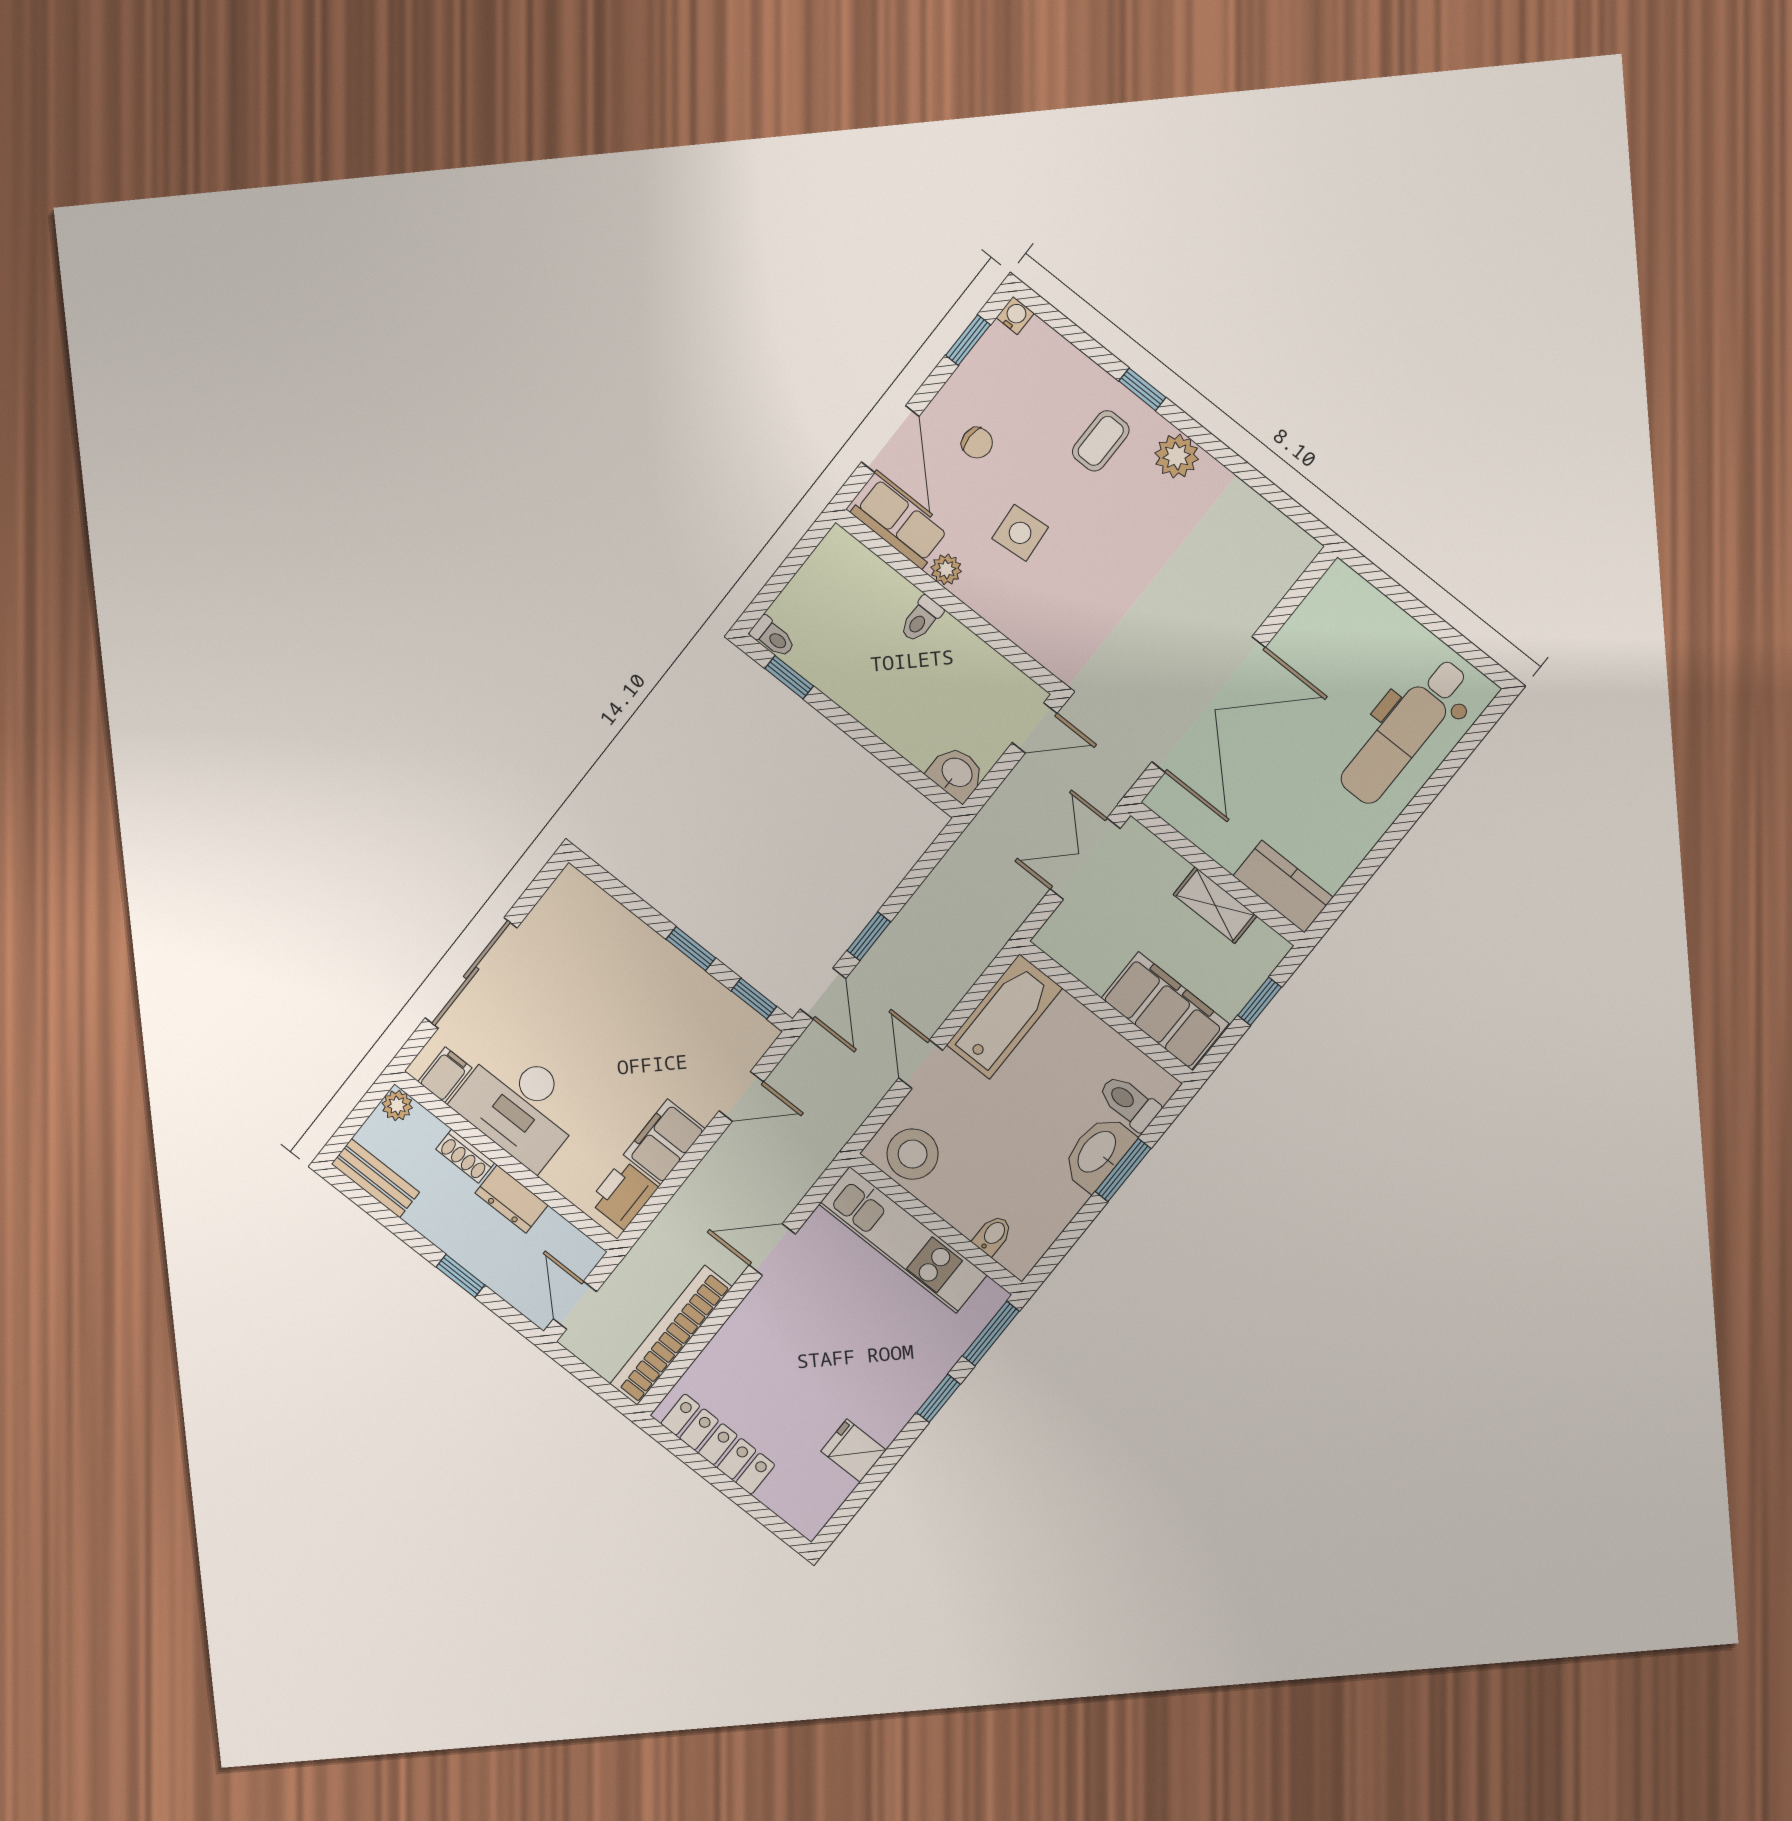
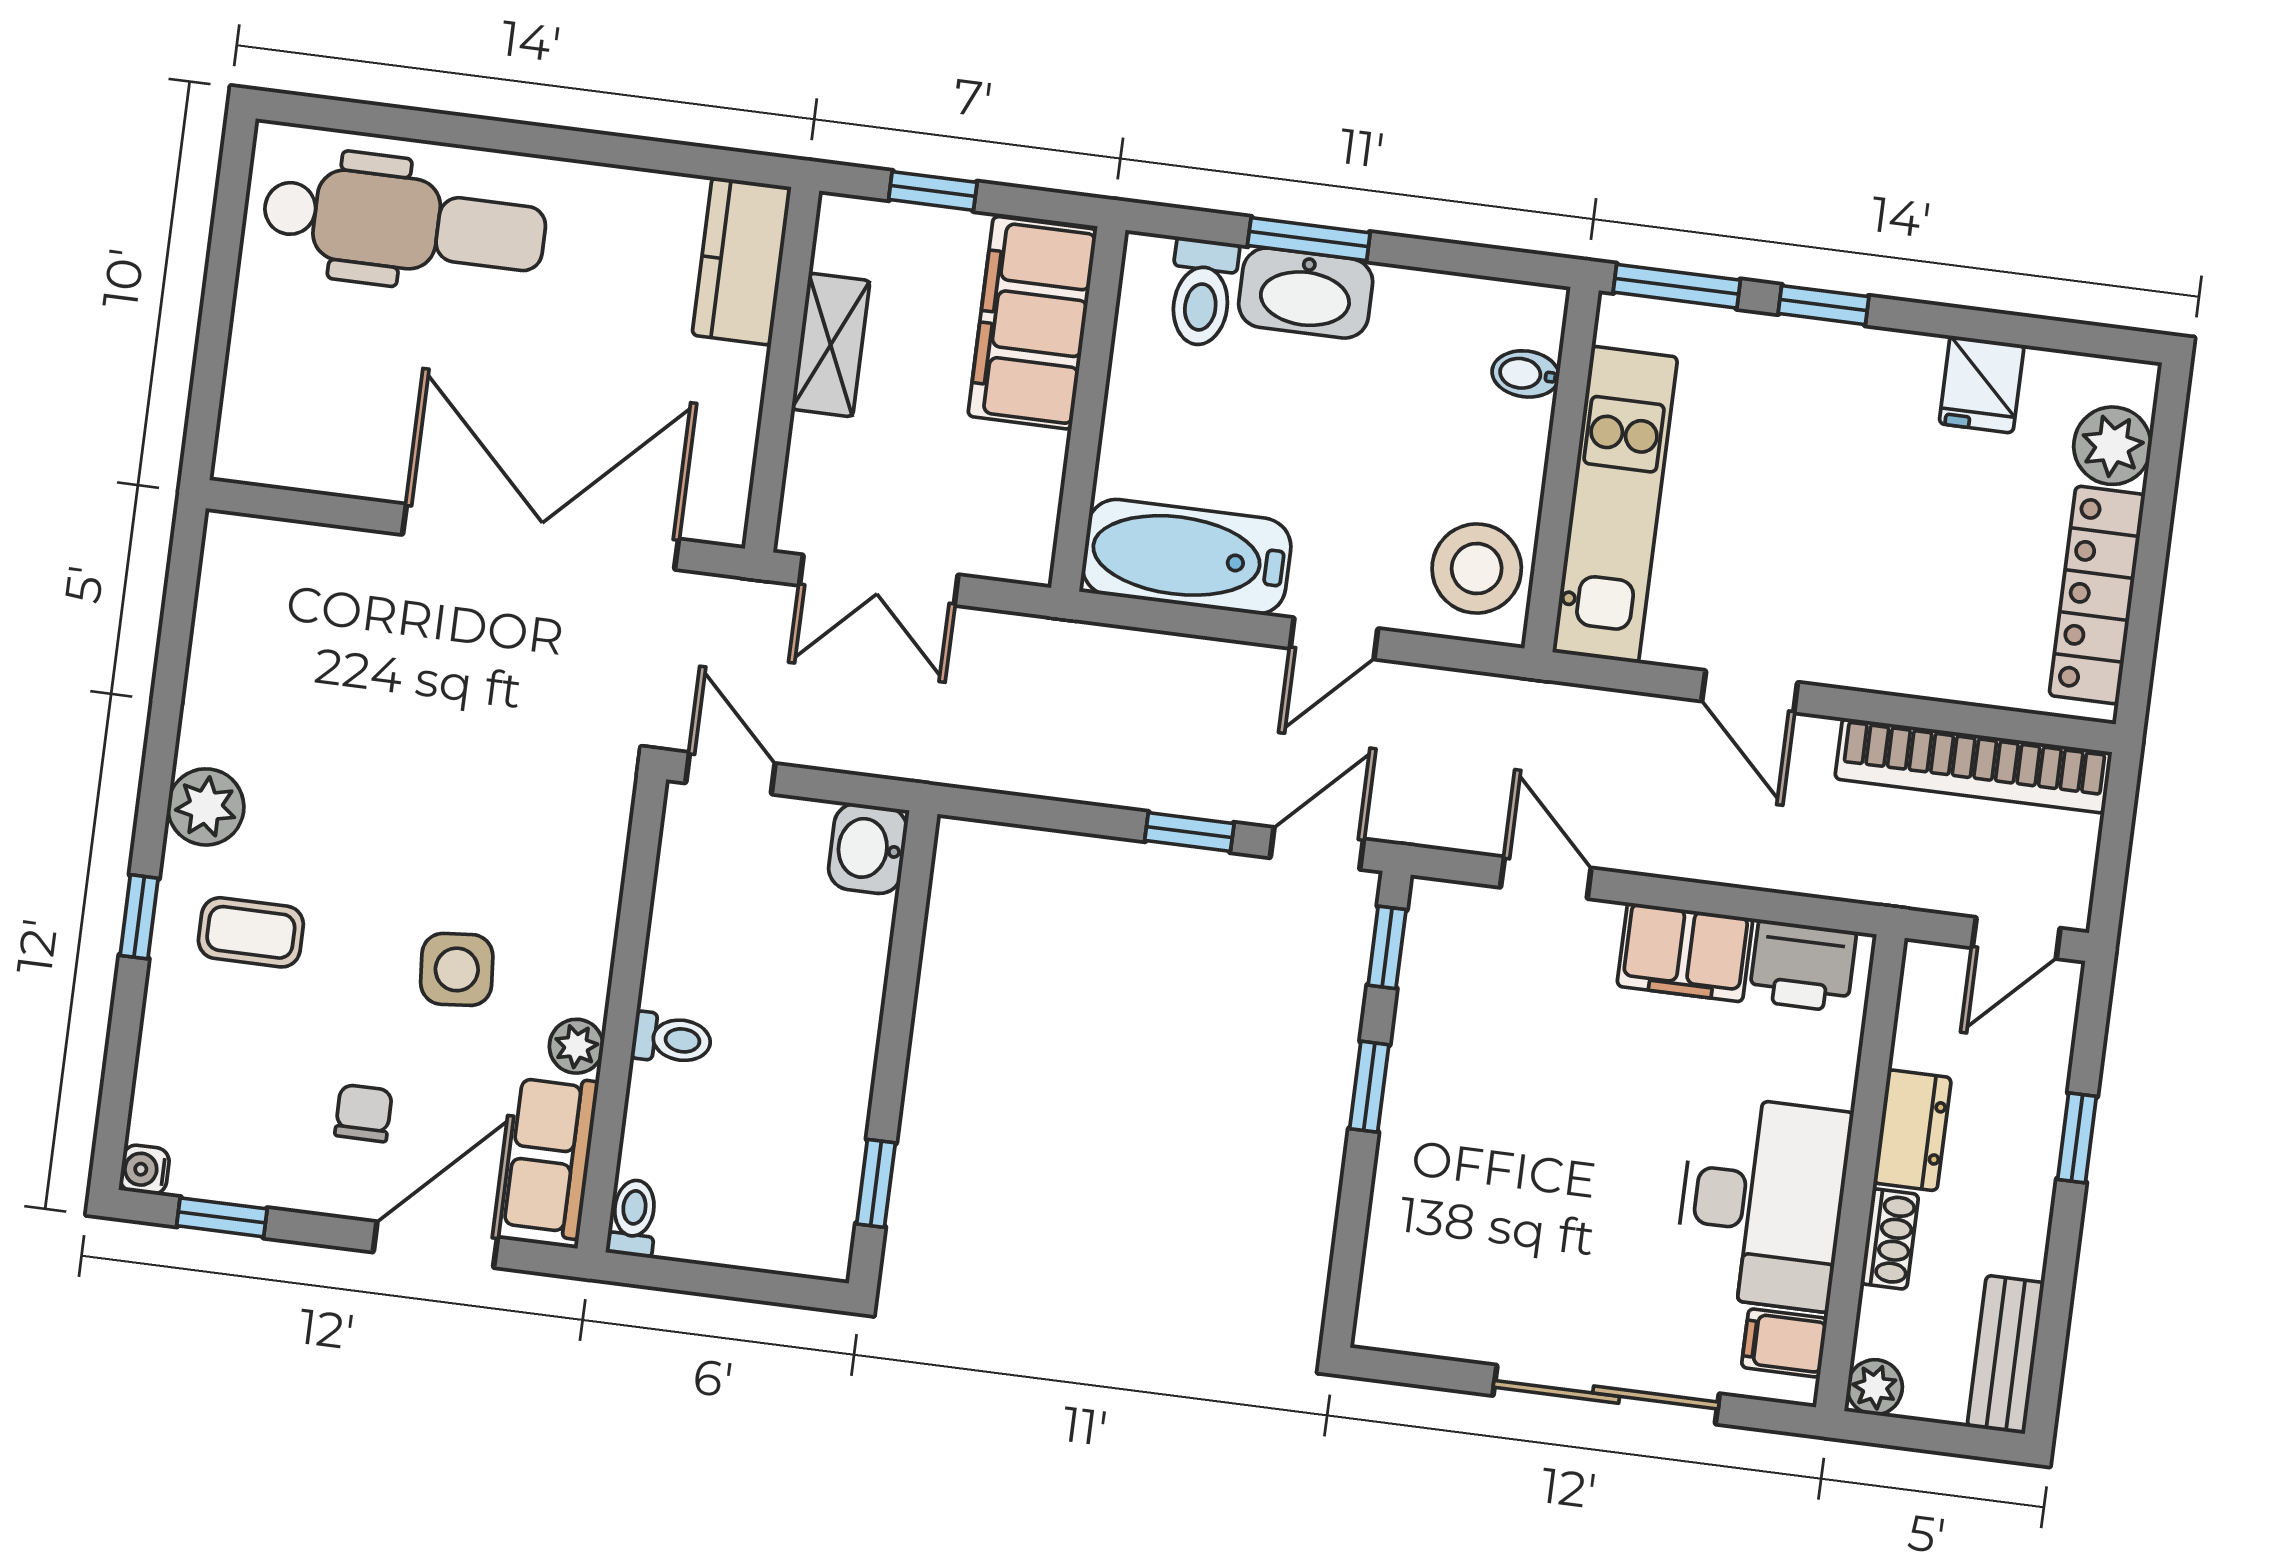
toilet: (773, 637) -> (633, 1218), moved
plant: (786, 1495) -> (2112, 446), added

